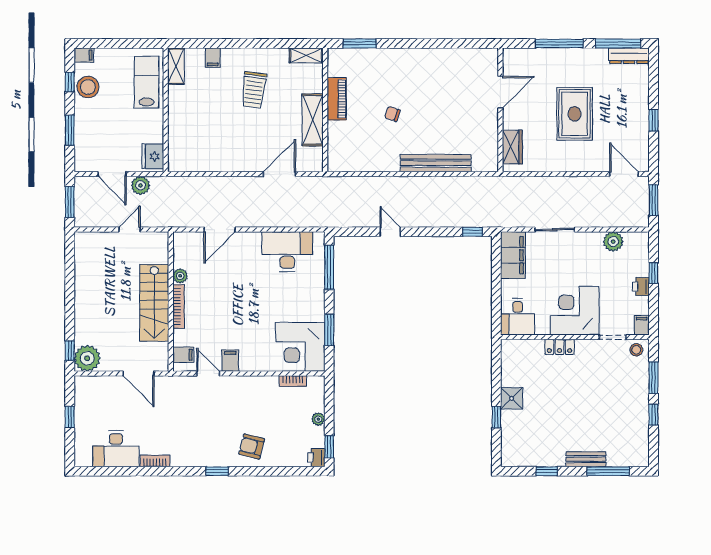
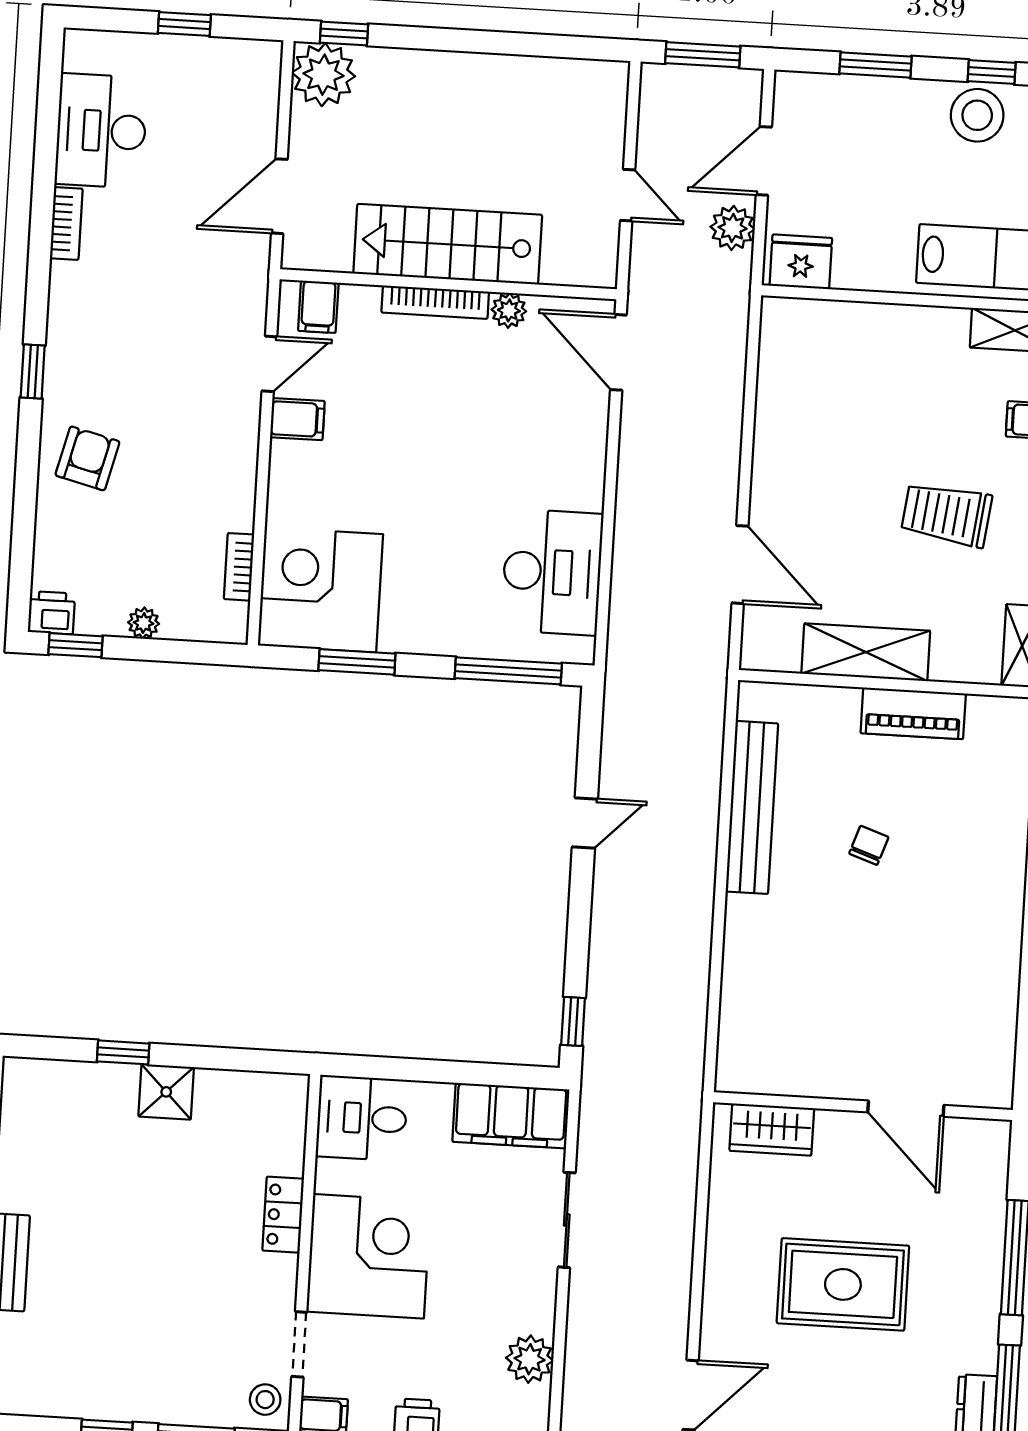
bench: (436, 163) -> (752, 807), moved
door: (219, 230) -> (618, 352), moved

